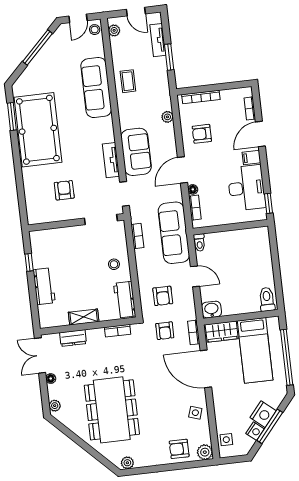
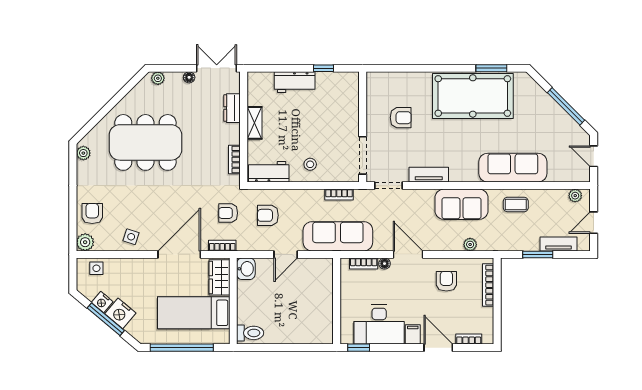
stool: (95, 30) -> (579, 174), removed
sofa: (136, 152) -> (461, 204), moved
toilet: (199, 243) -> (323, 264), removed

